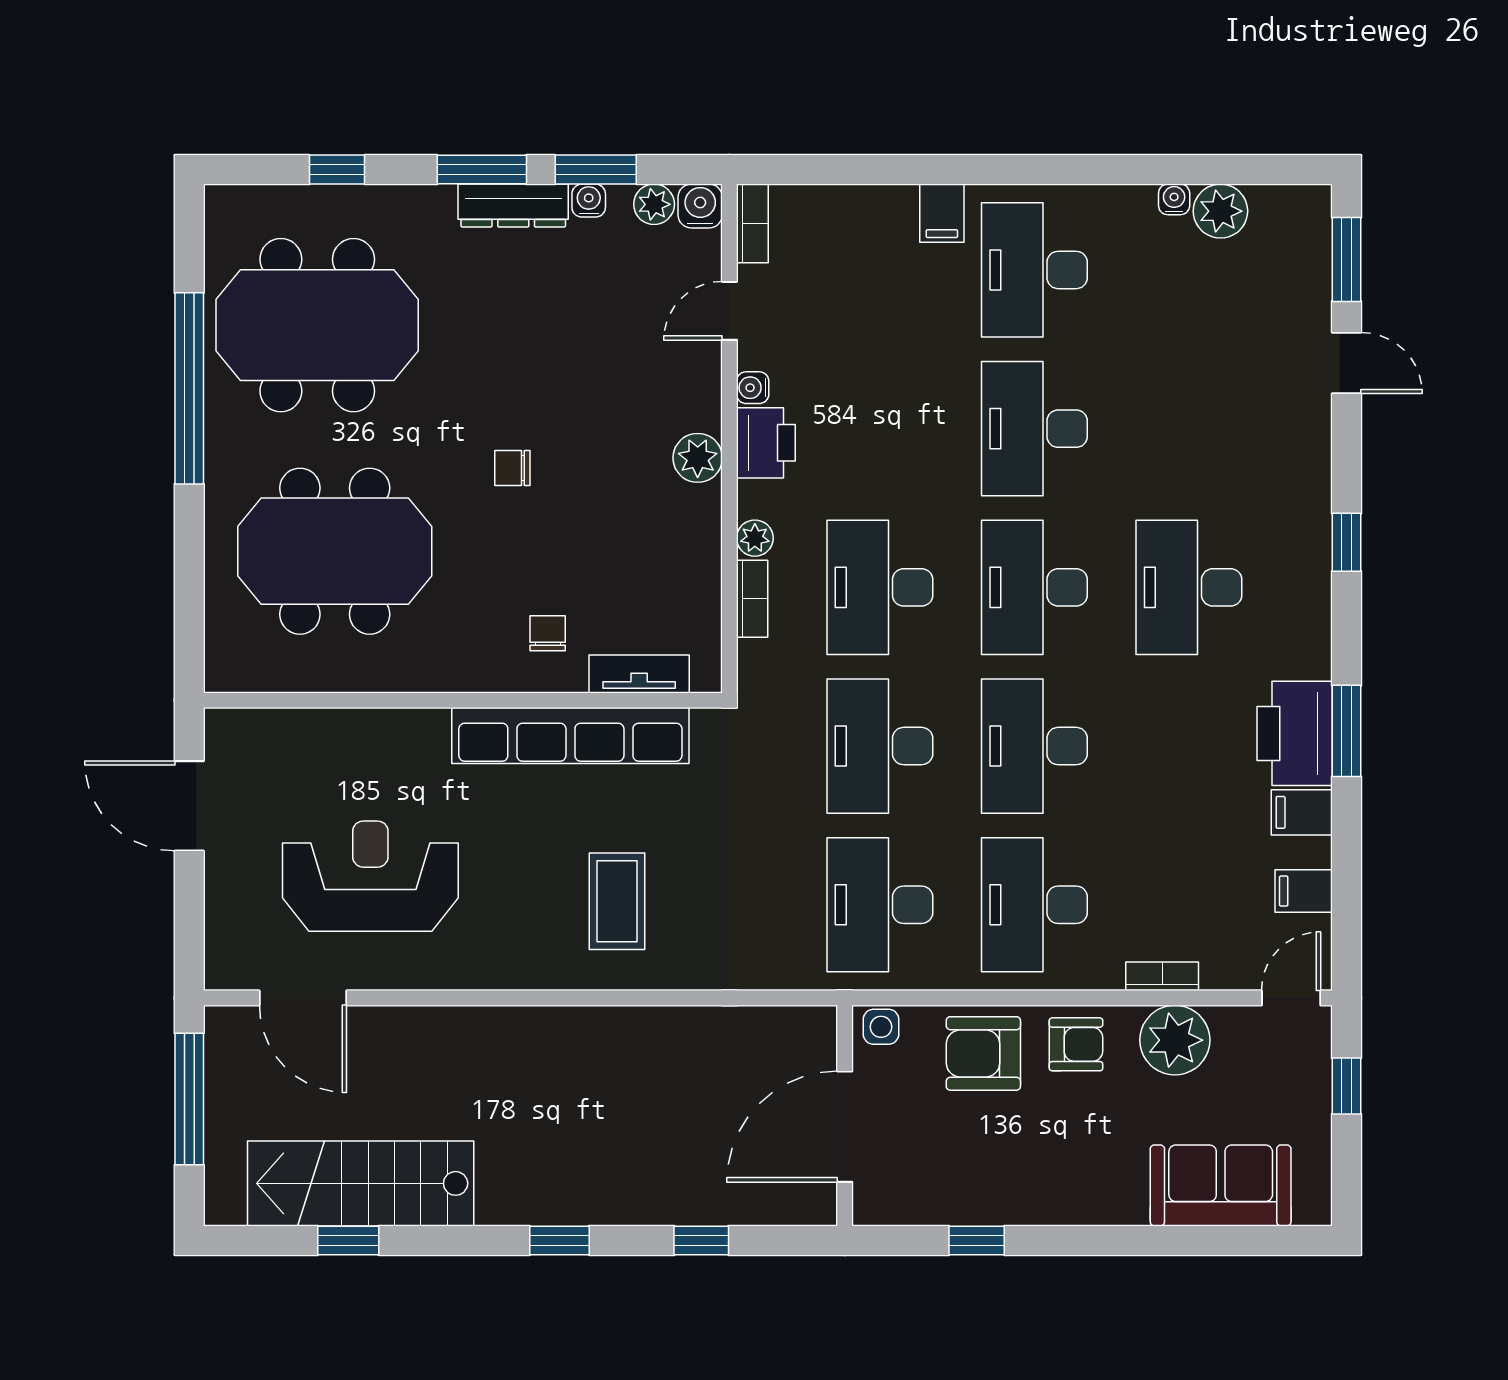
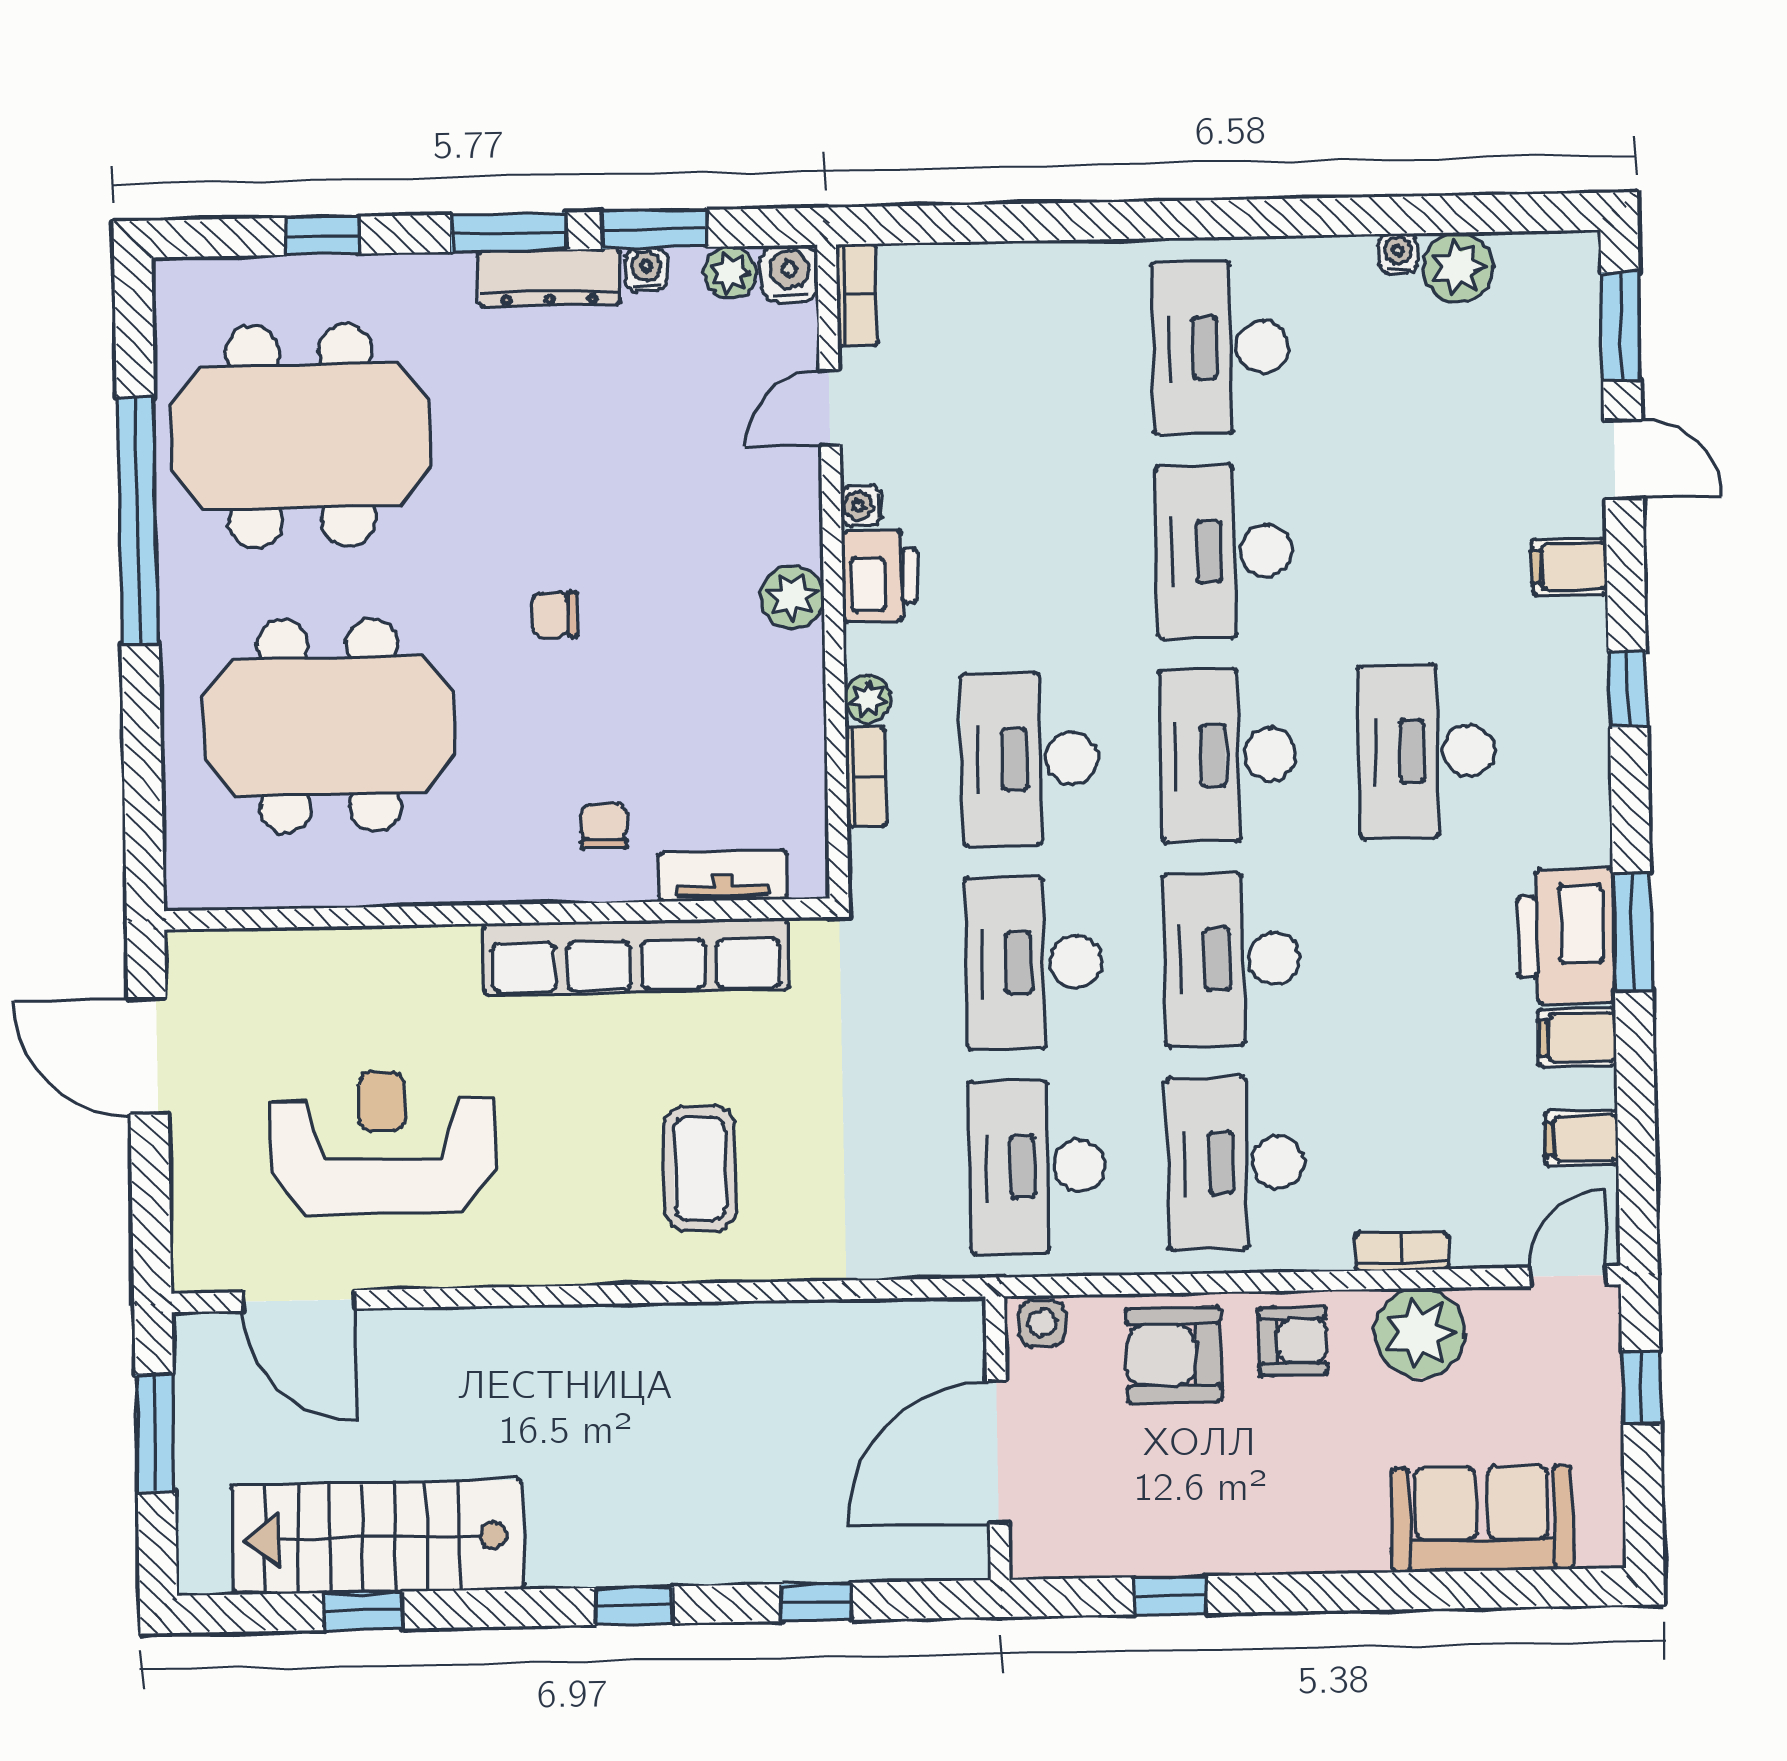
filing cabinet: (942, 213) -> (1569, 567), moved, turned 90
window: (189, 1099) -> (155, 1433), width x0.69

